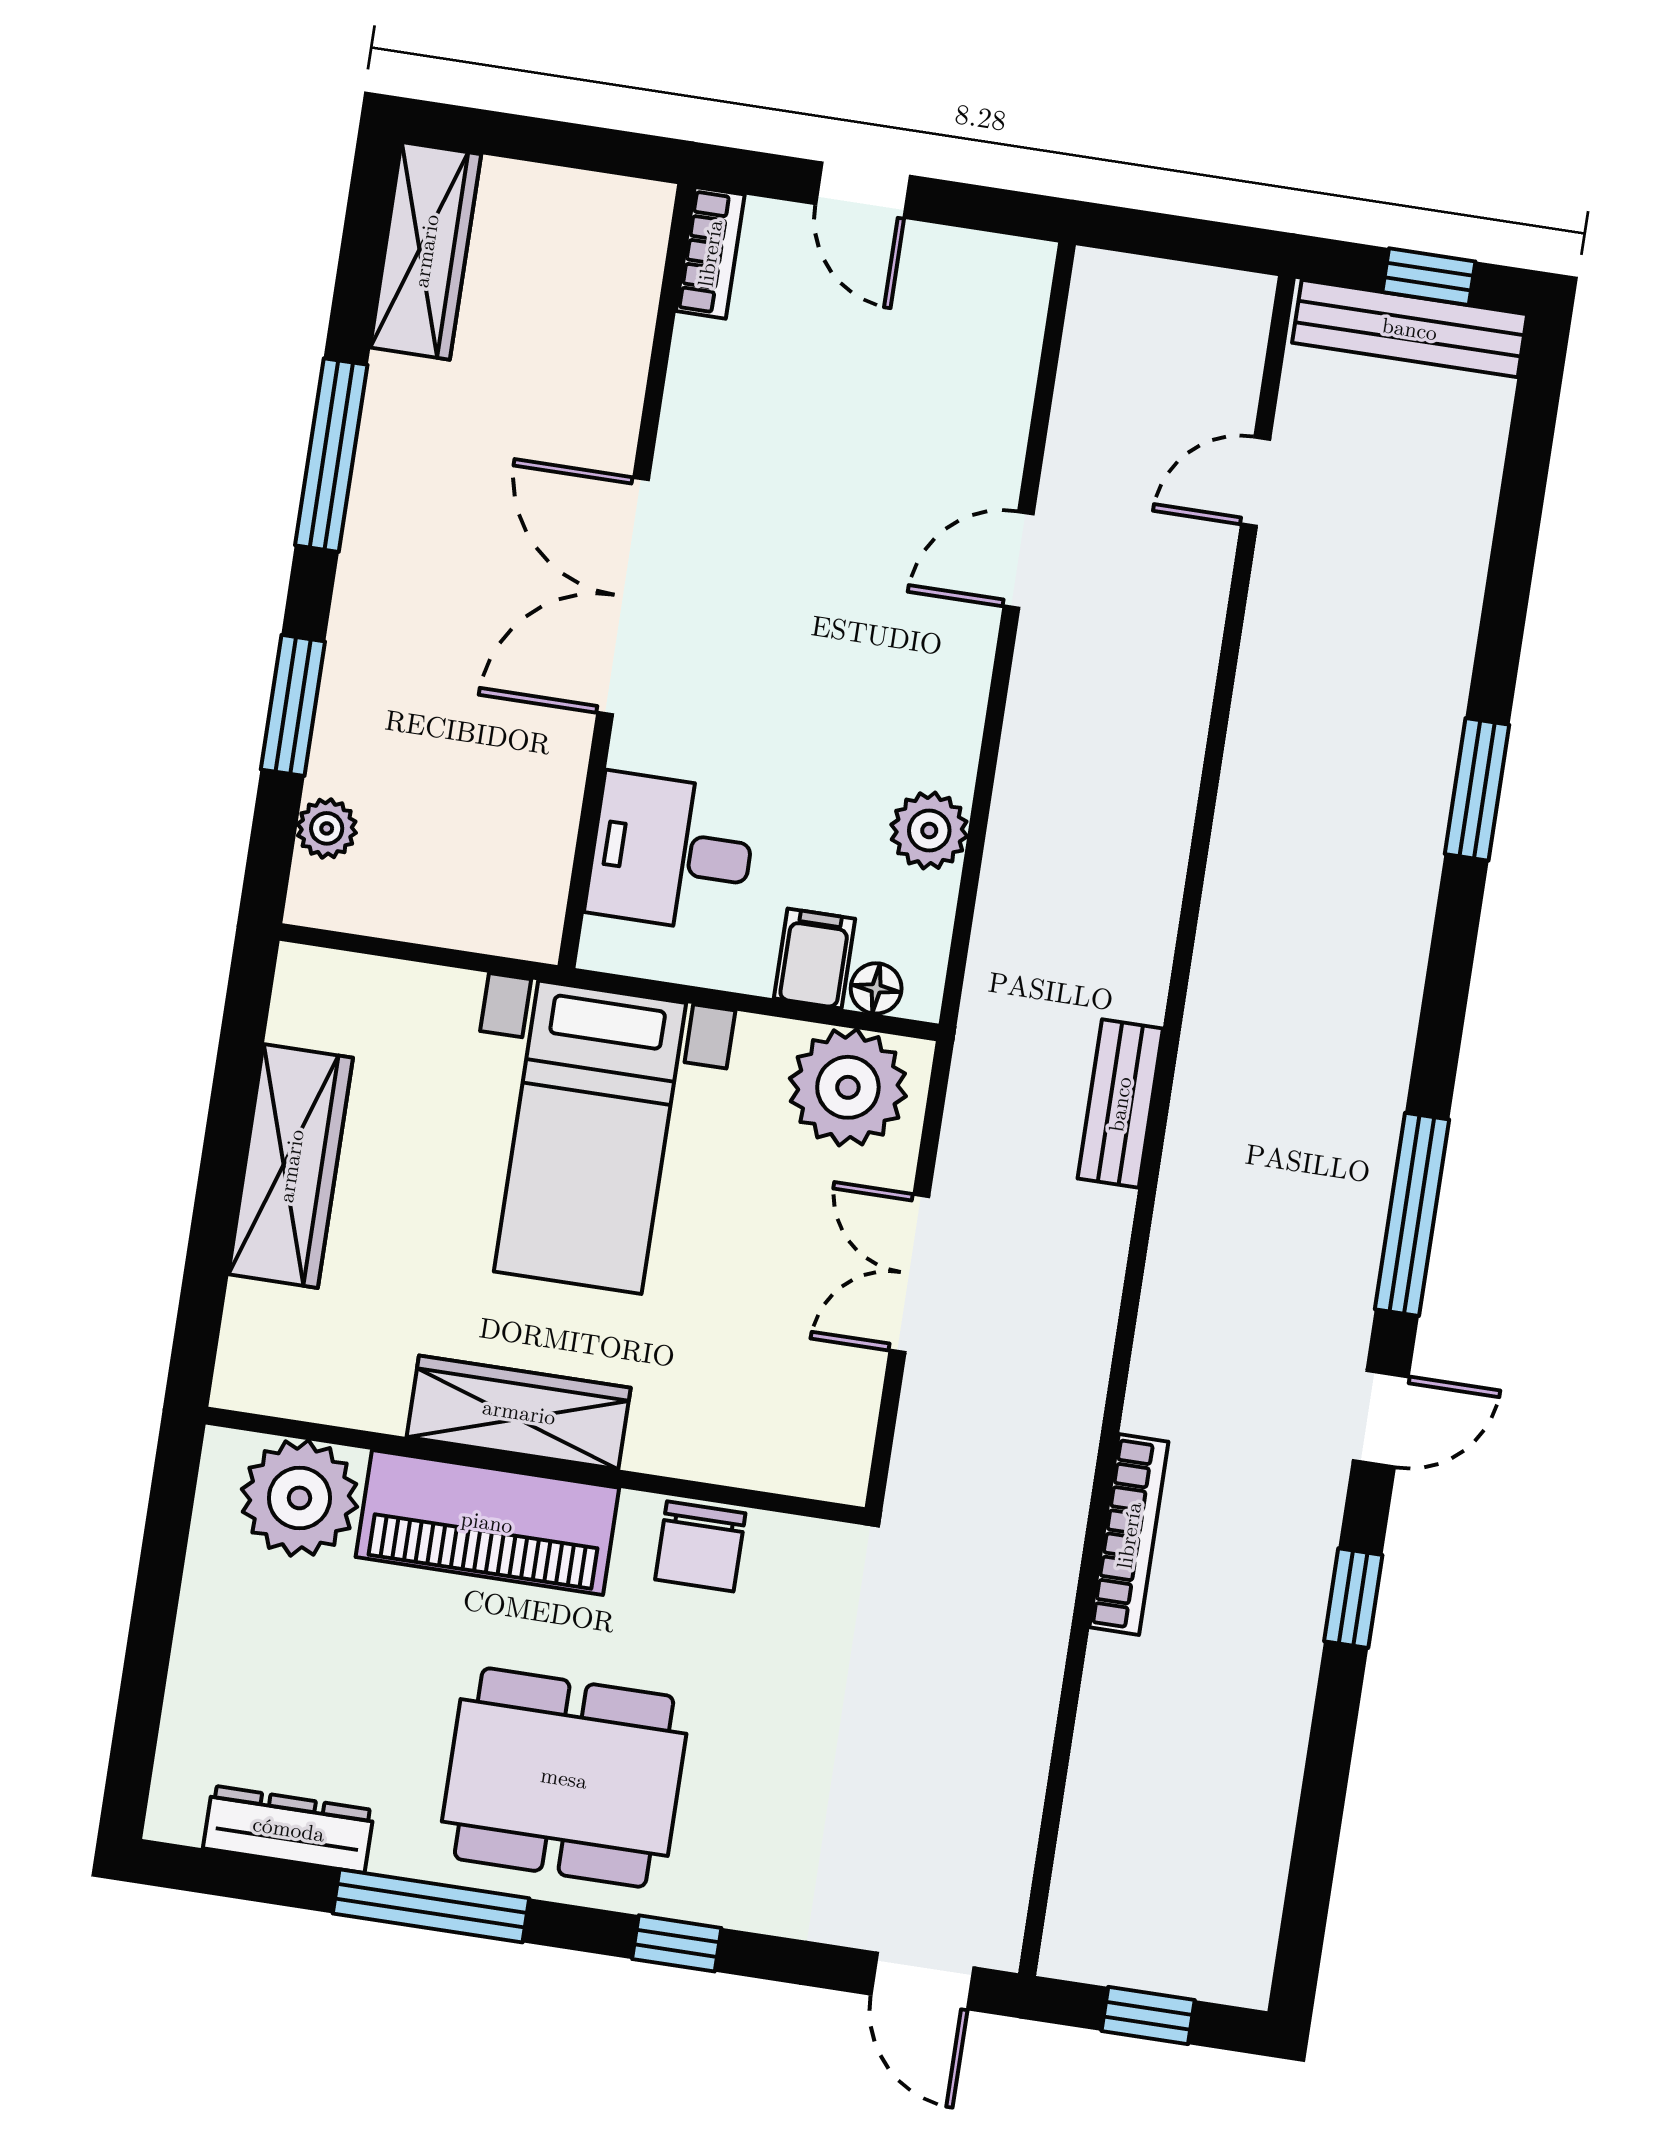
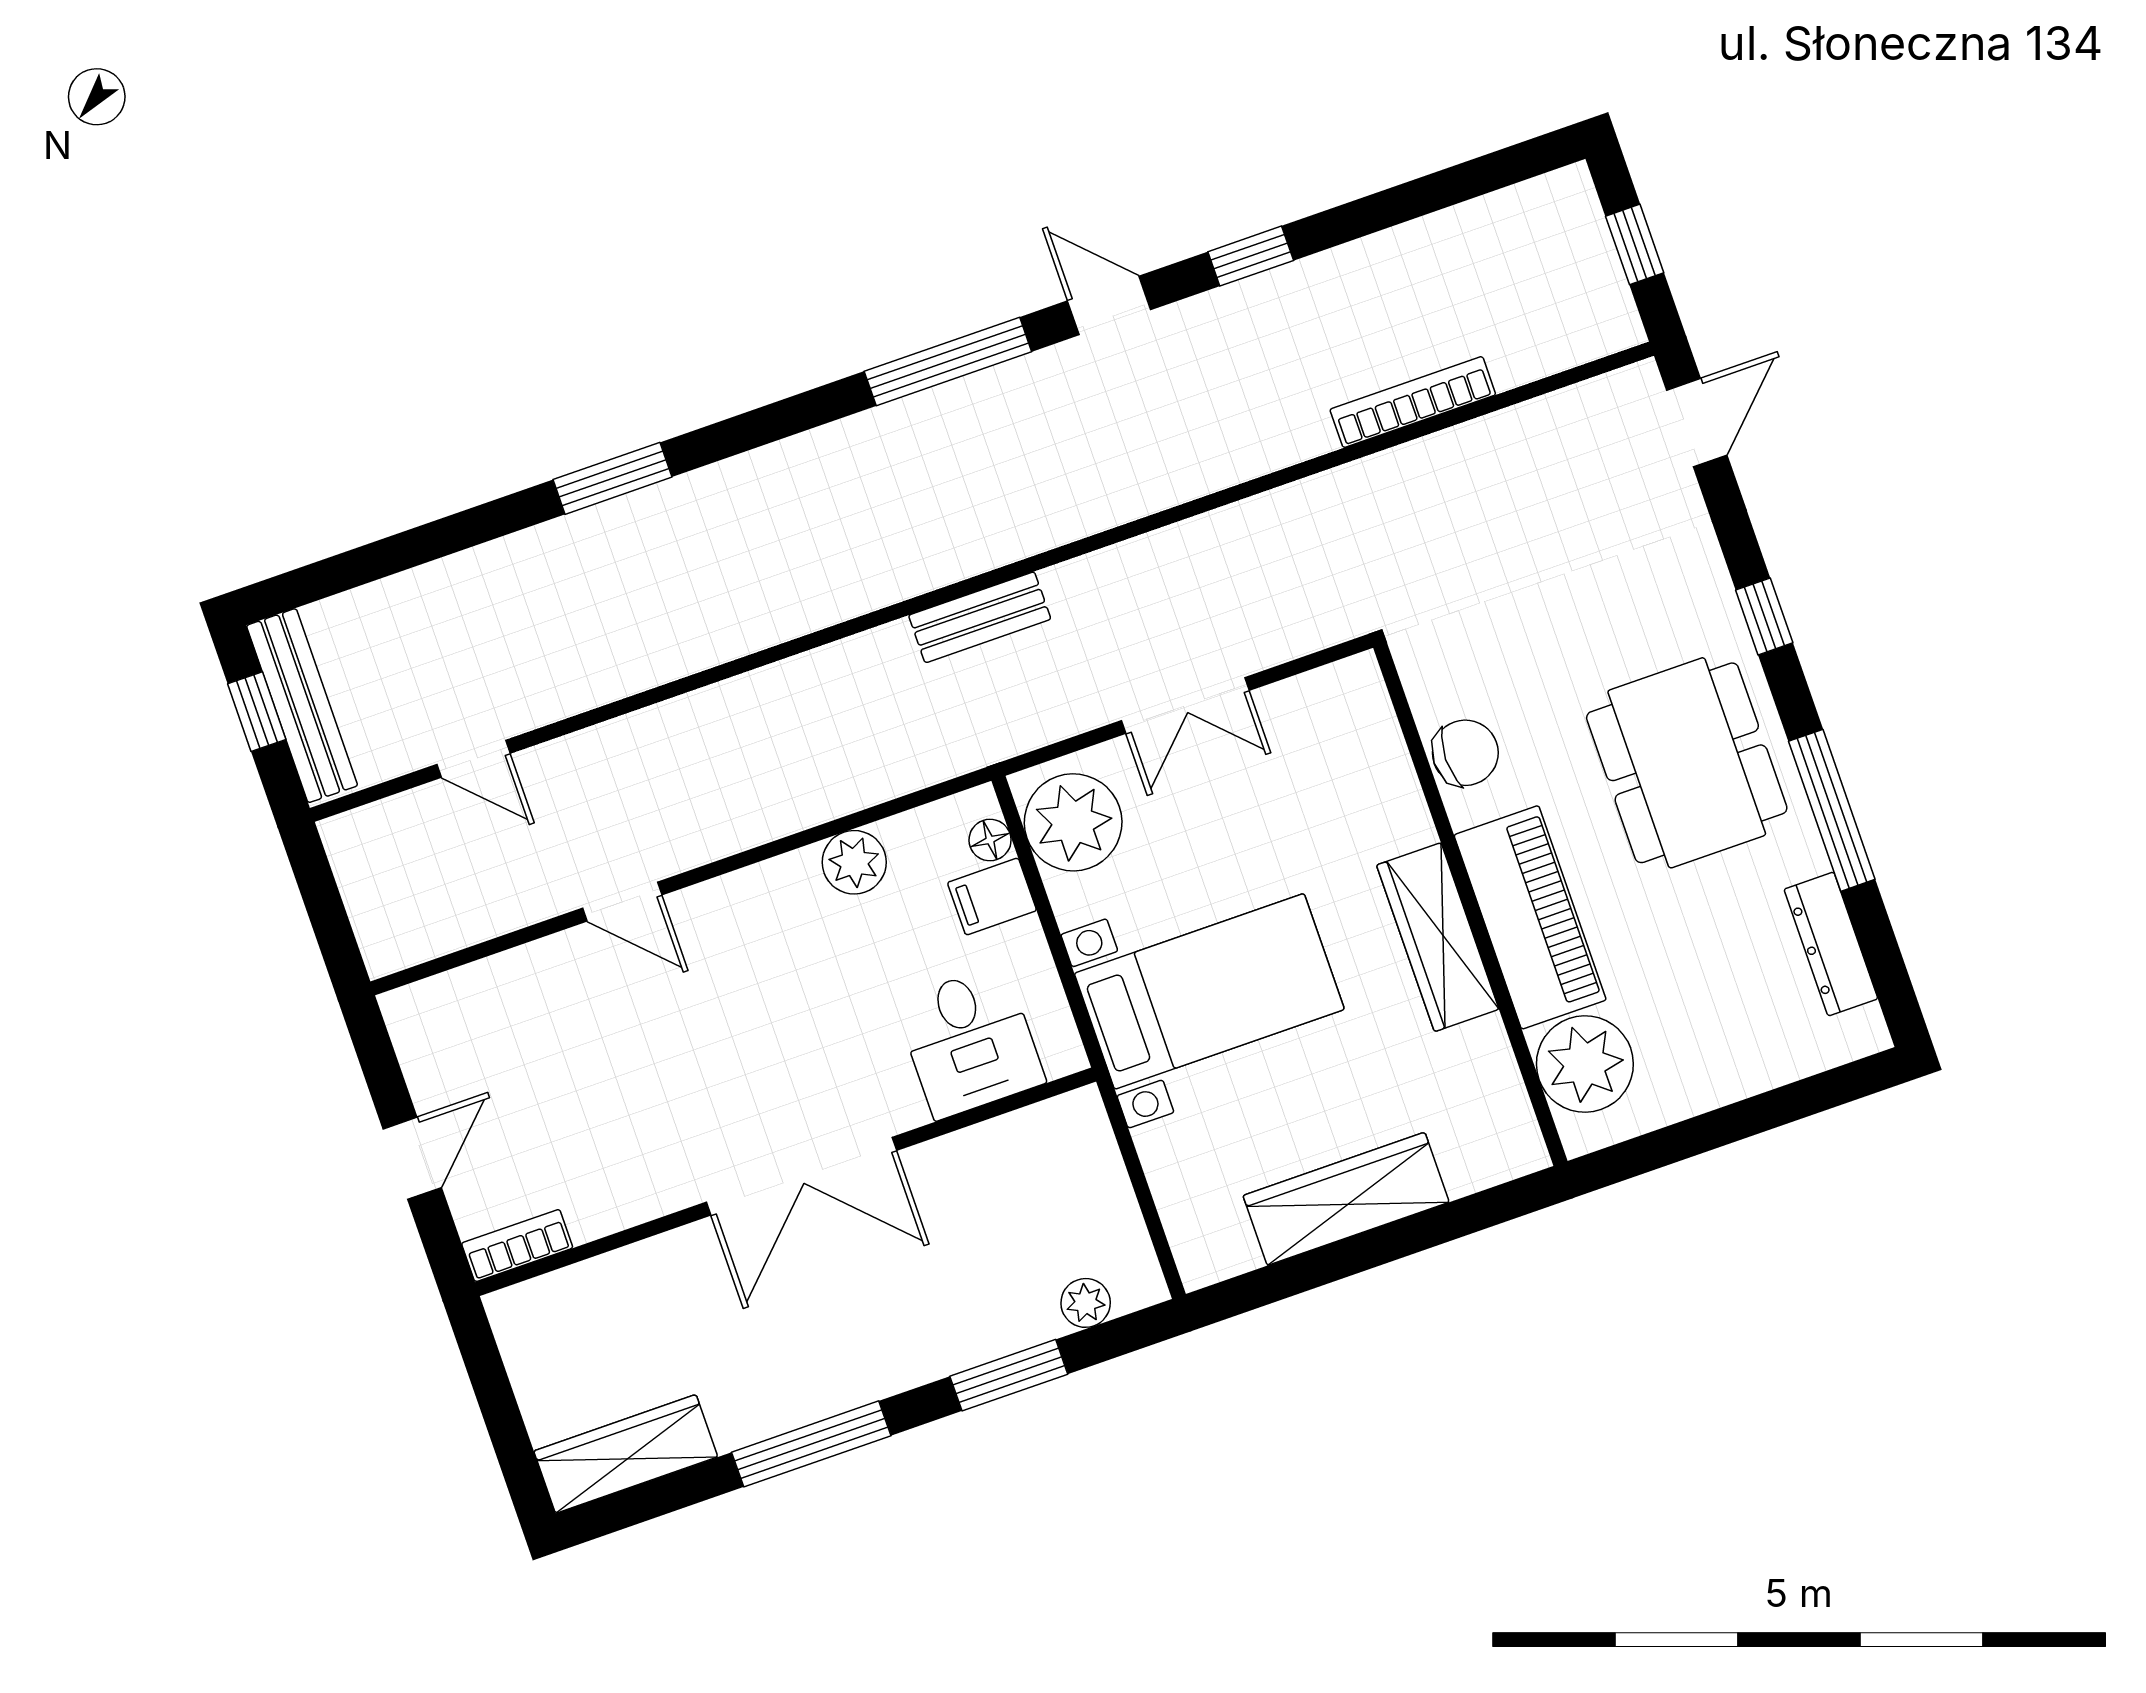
bookcase: (1129, 1535) -> (1413, 402), moved

